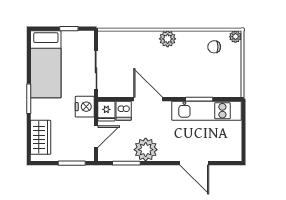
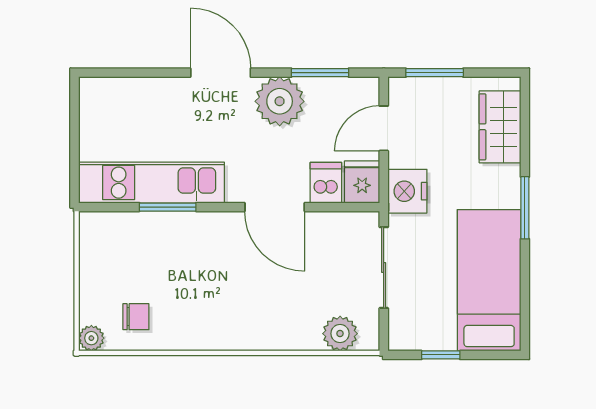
plant: (168, 39) -> (340, 334), moved
door: (194, 163) -> (221, 73), moved

